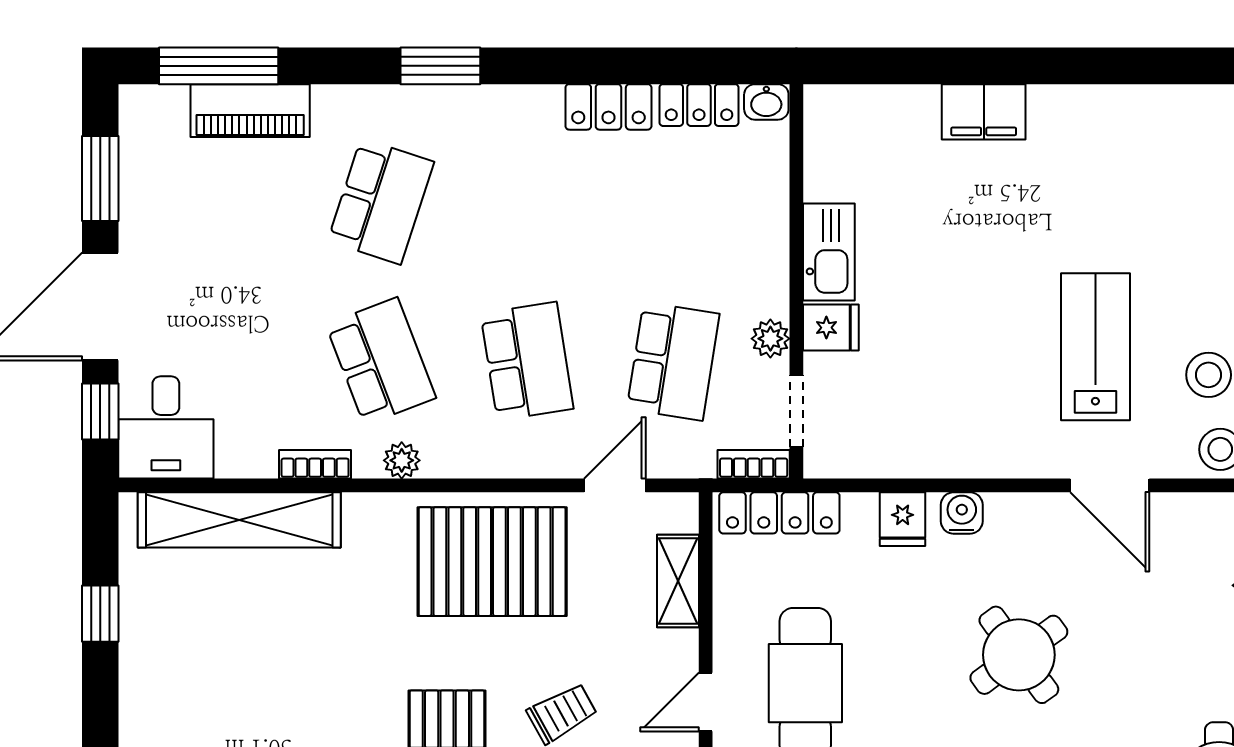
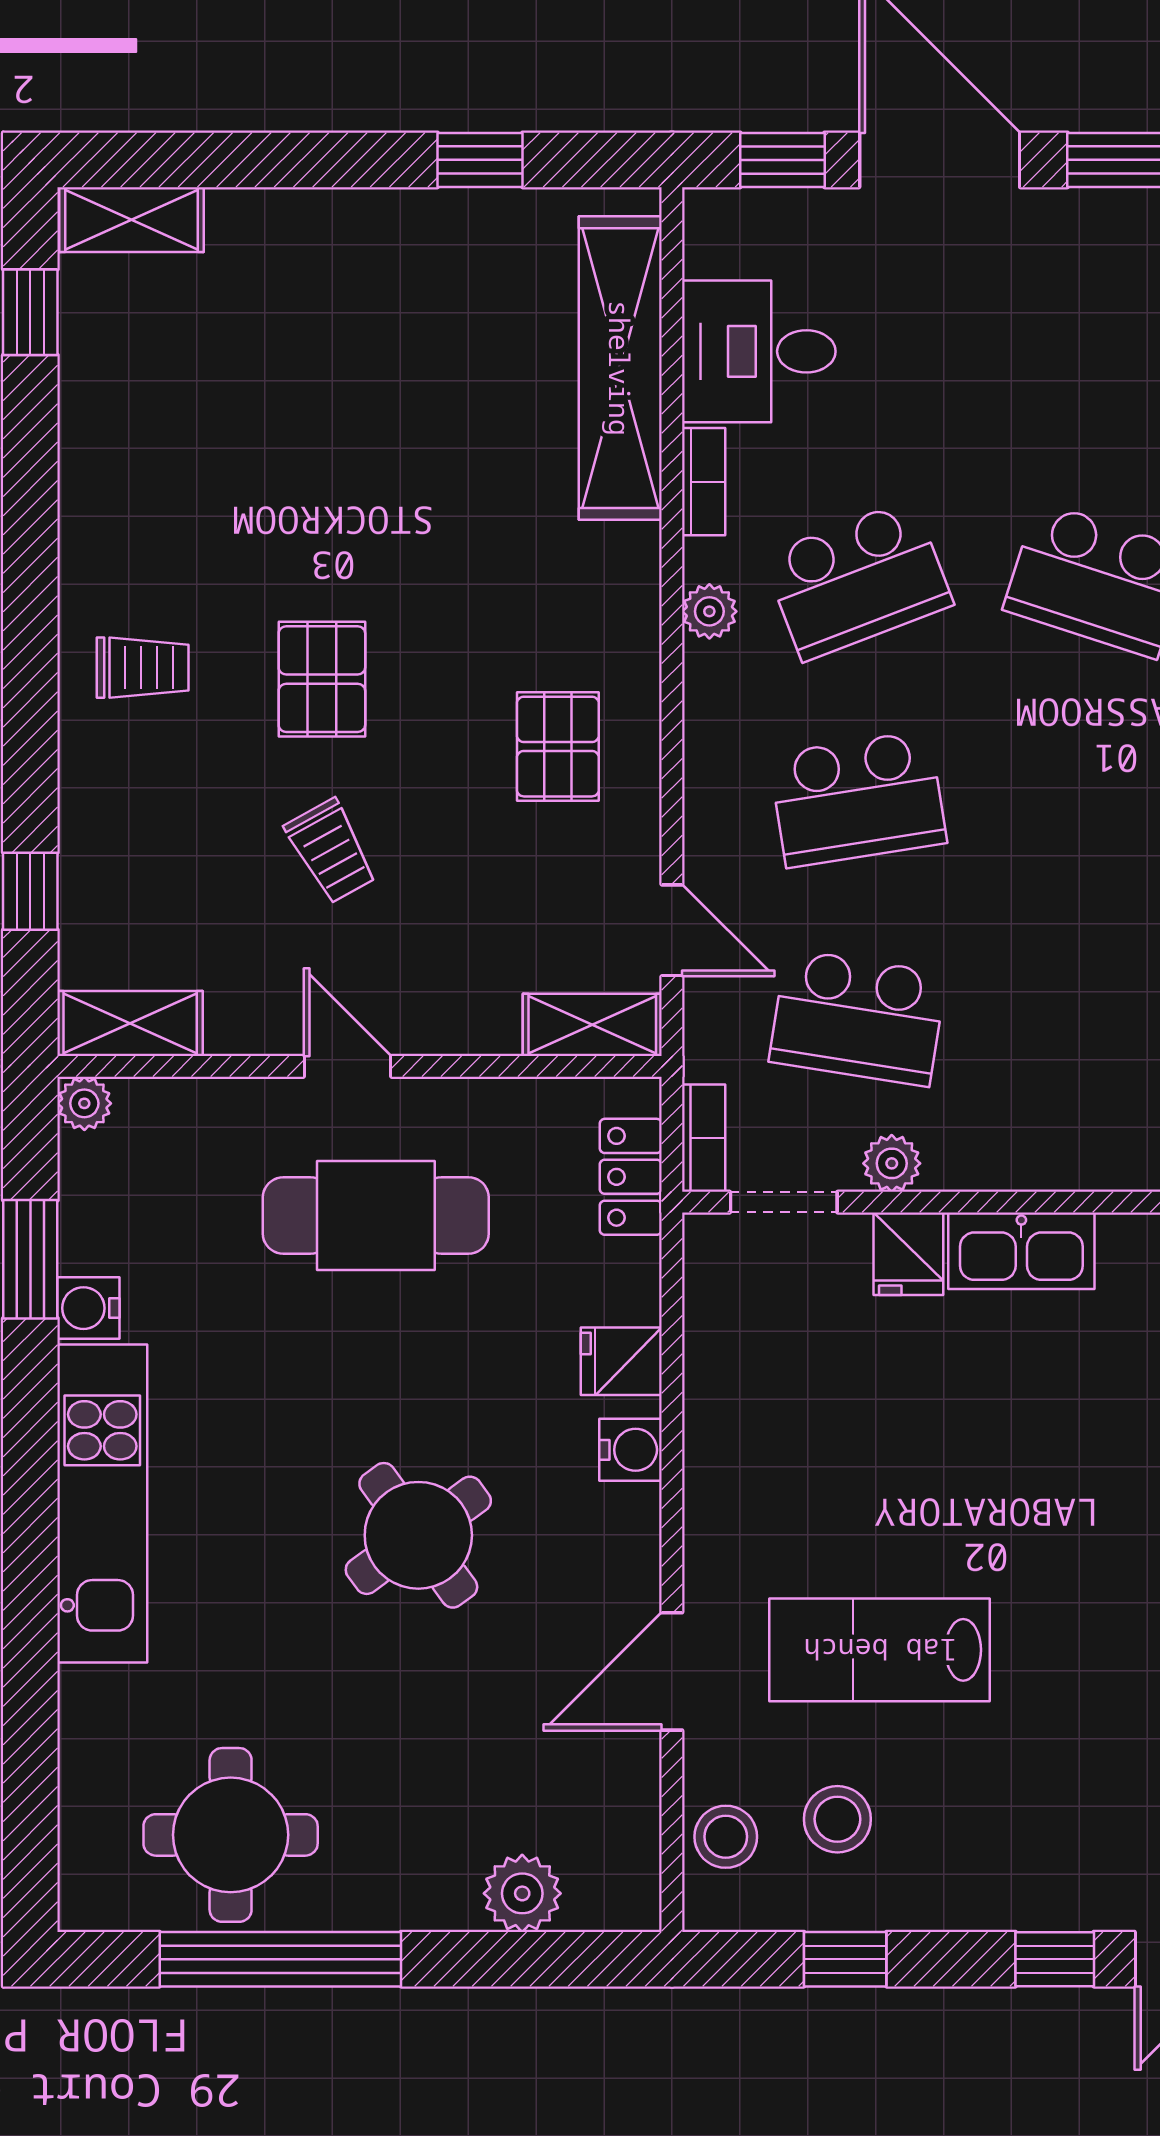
lab bench: (1095, 347) -> (880, 1650), turned 180
desk: (166, 427) -> (759, 351), moved
locker: (779, 513) -> (631, 1177), width x0.66
pallet: (492, 562) -> (558, 747), width x0.49, depth x0.50
shelving: (678, 581) -> (592, 1025), moved

